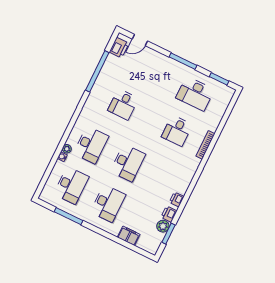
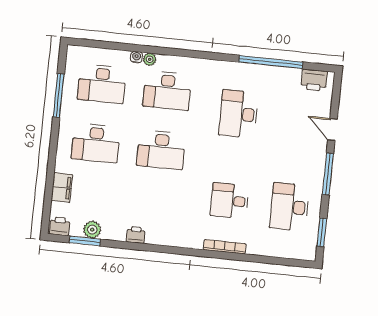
door: (140, 40) -> (332, 130), moved
desk: (123, 104) -> (239, 114), width x1.37
printer: (169, 214) -> (60, 226), moved

